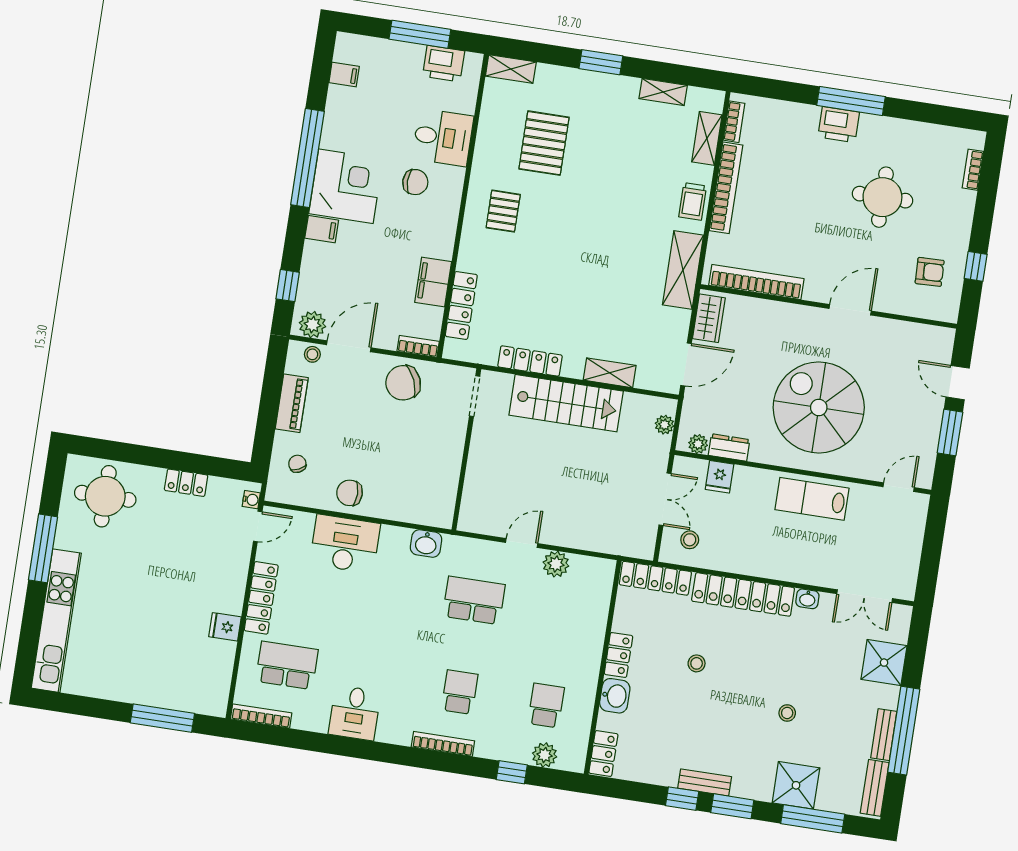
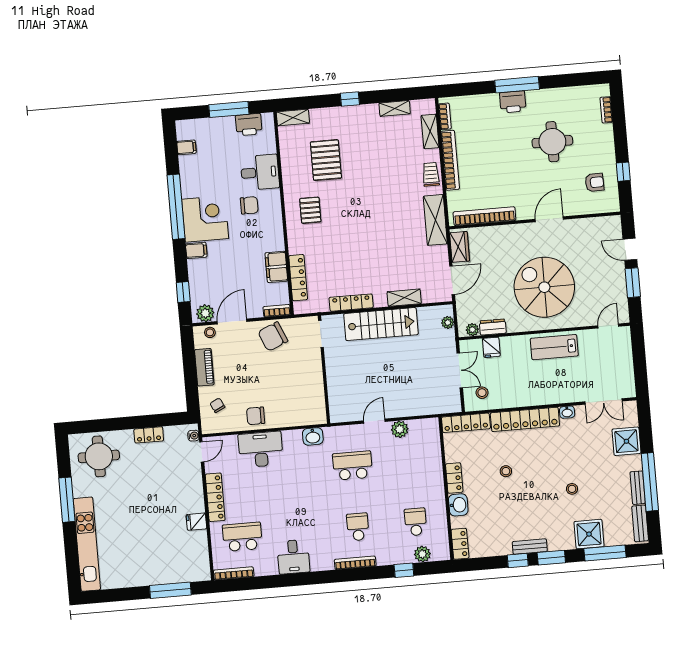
window: (601, 62) -> (350, 99), width x0.67
trolley: (693, 201) -> (431, 174), turned 180

